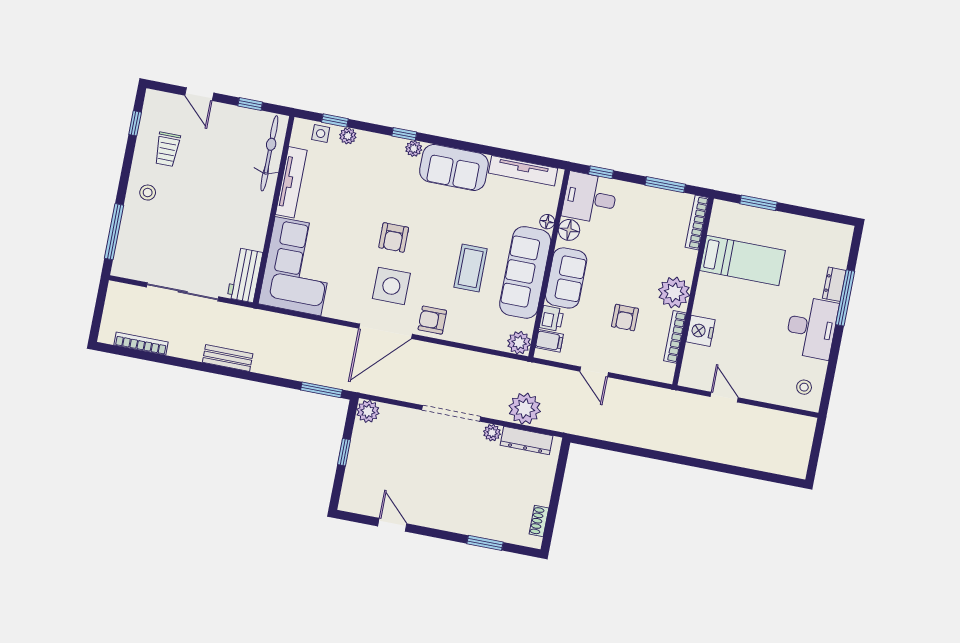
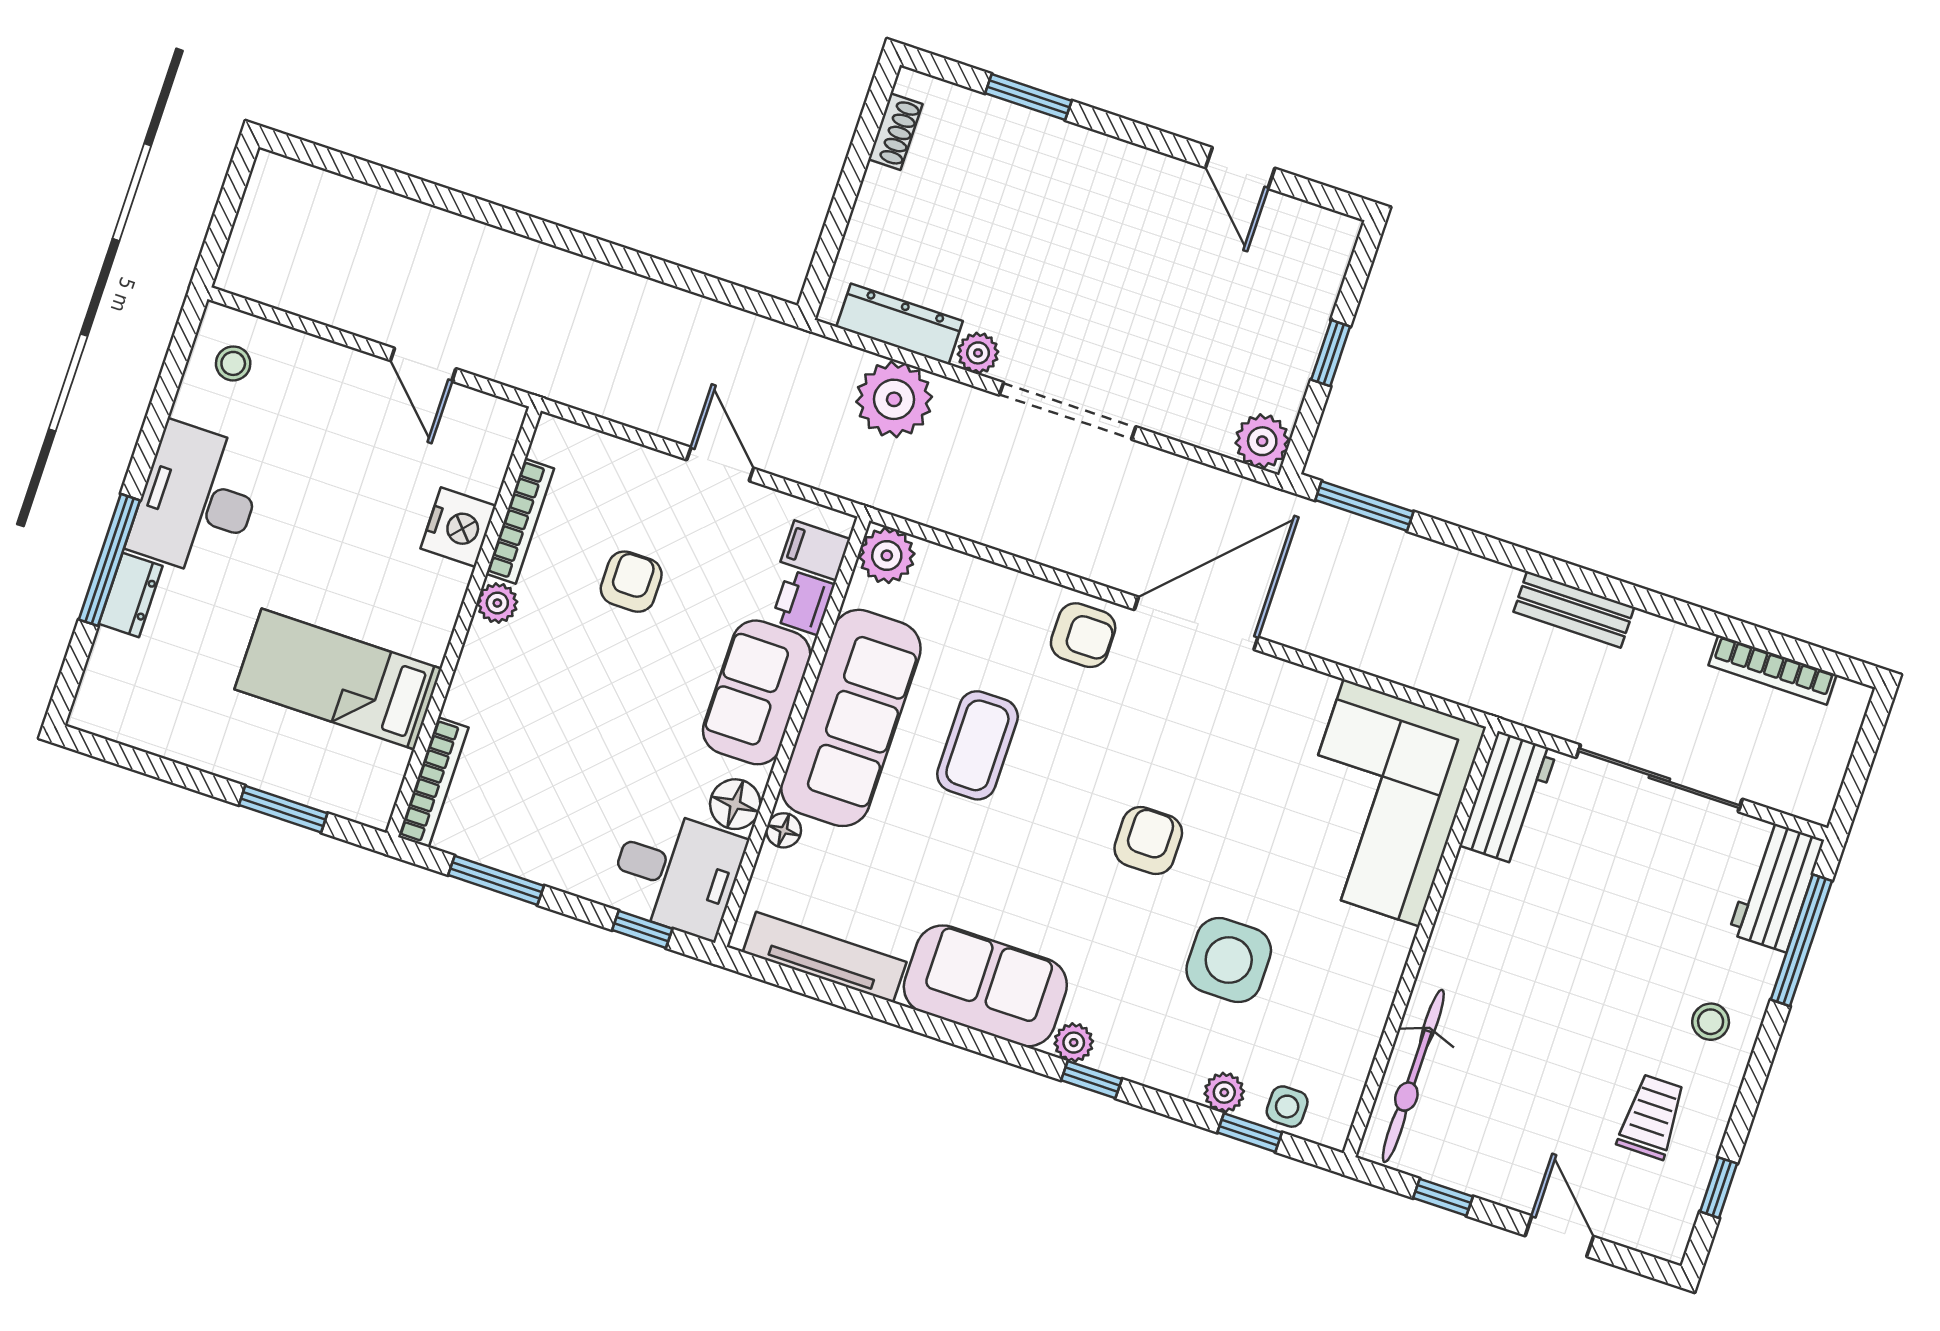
tv unit: (291, 182) -> (1371, 1001), removed
workbench: (128, 253) -> (1776, 887), added
side table: (391, 286) -> (1229, 960), moved
plant: (674, 293) -> (497, 603), width x0.53, depth x0.53

